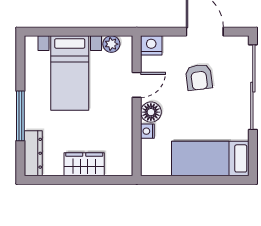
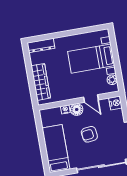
armchair: (199, 77) -> (89, 134), moved
window: (20, 116) -> (61, 34), removed
wardrobe: (84, 164) -> (41, 82), width x1.50

